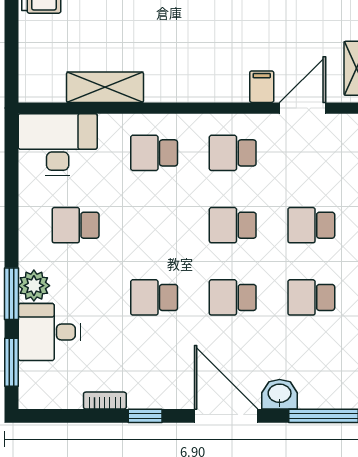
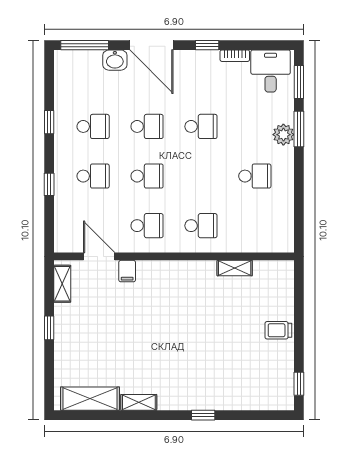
shelving: (105, 87) -> (235, 268), width x0.67, depth x0.75
door: (303, 108) -> (99, 256), swing flipped
desk: (58, 144) -> (267, 231), removed
desk: (49, 332) -> (271, 71), moved, turned -90

